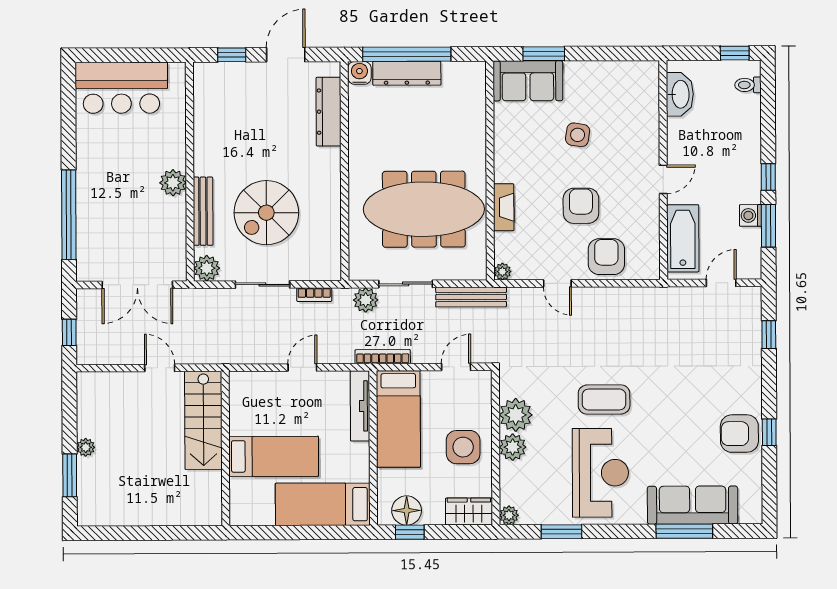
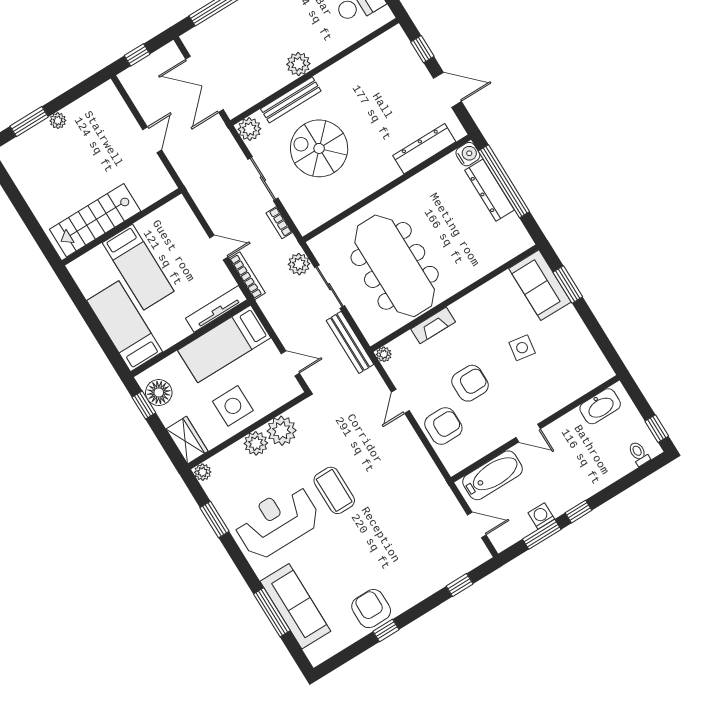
bookcase: (383, 357) -> (247, 276), moved
stairs: (203, 420) -> (95, 220), moved
reception desk: (600, 473) -> (277, 522), turned 180

